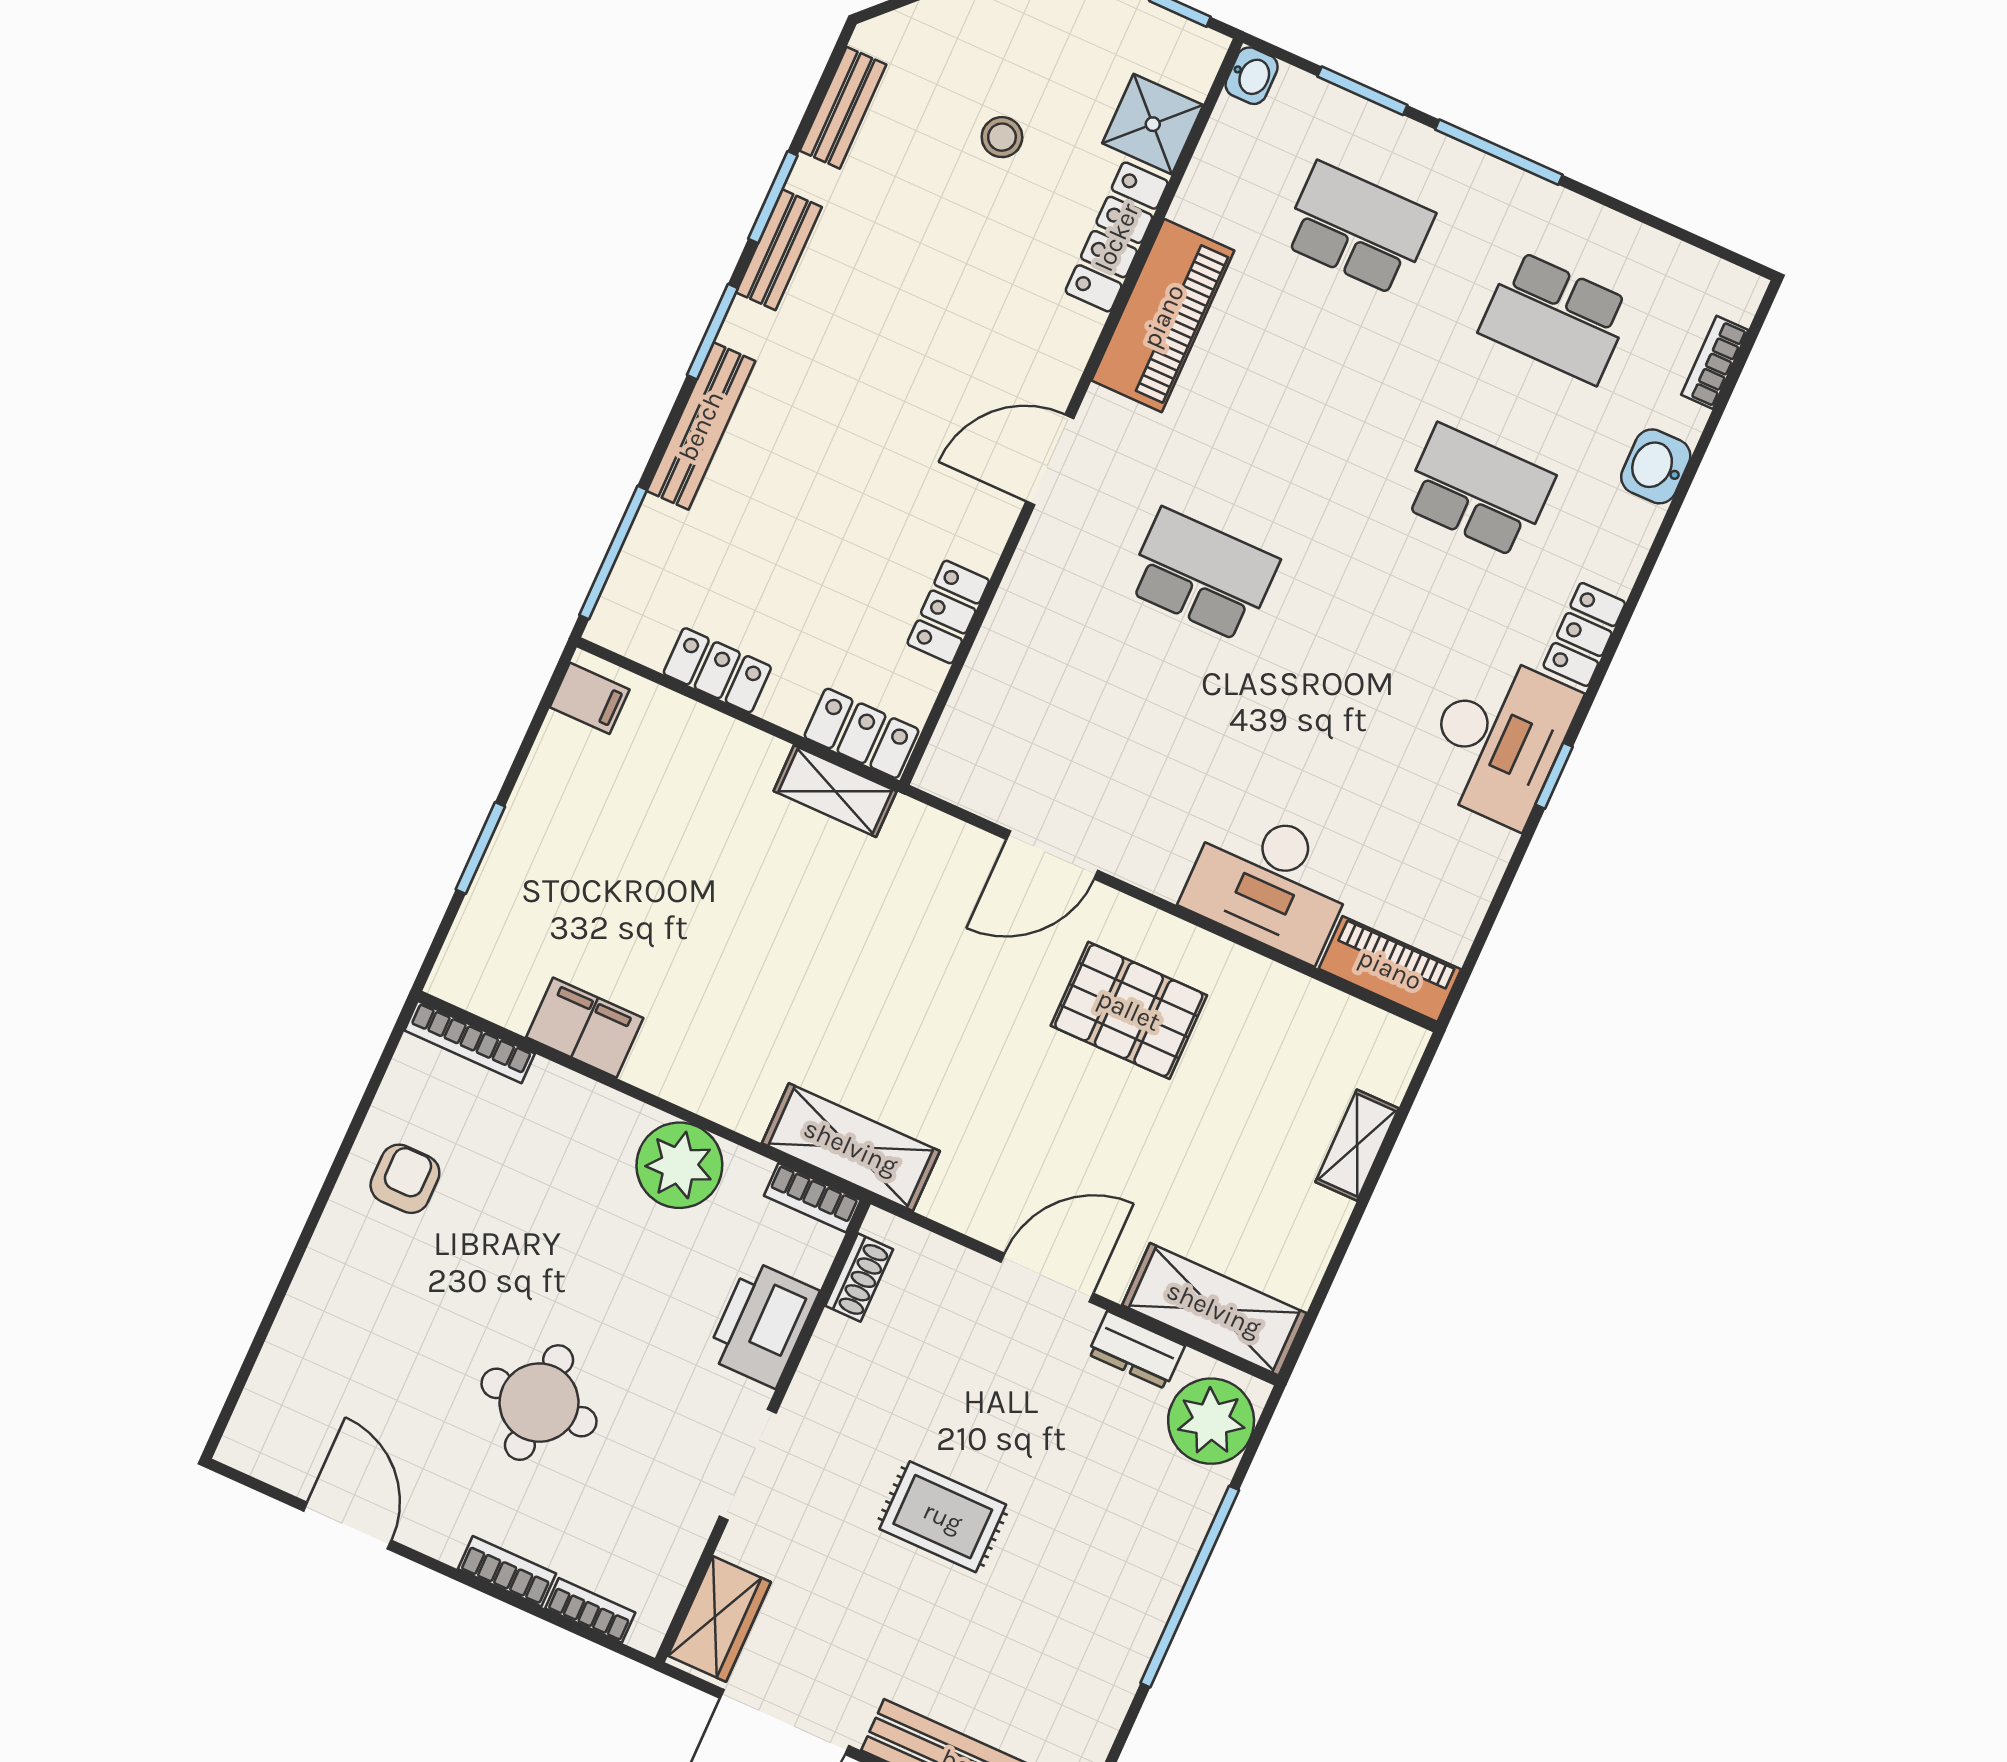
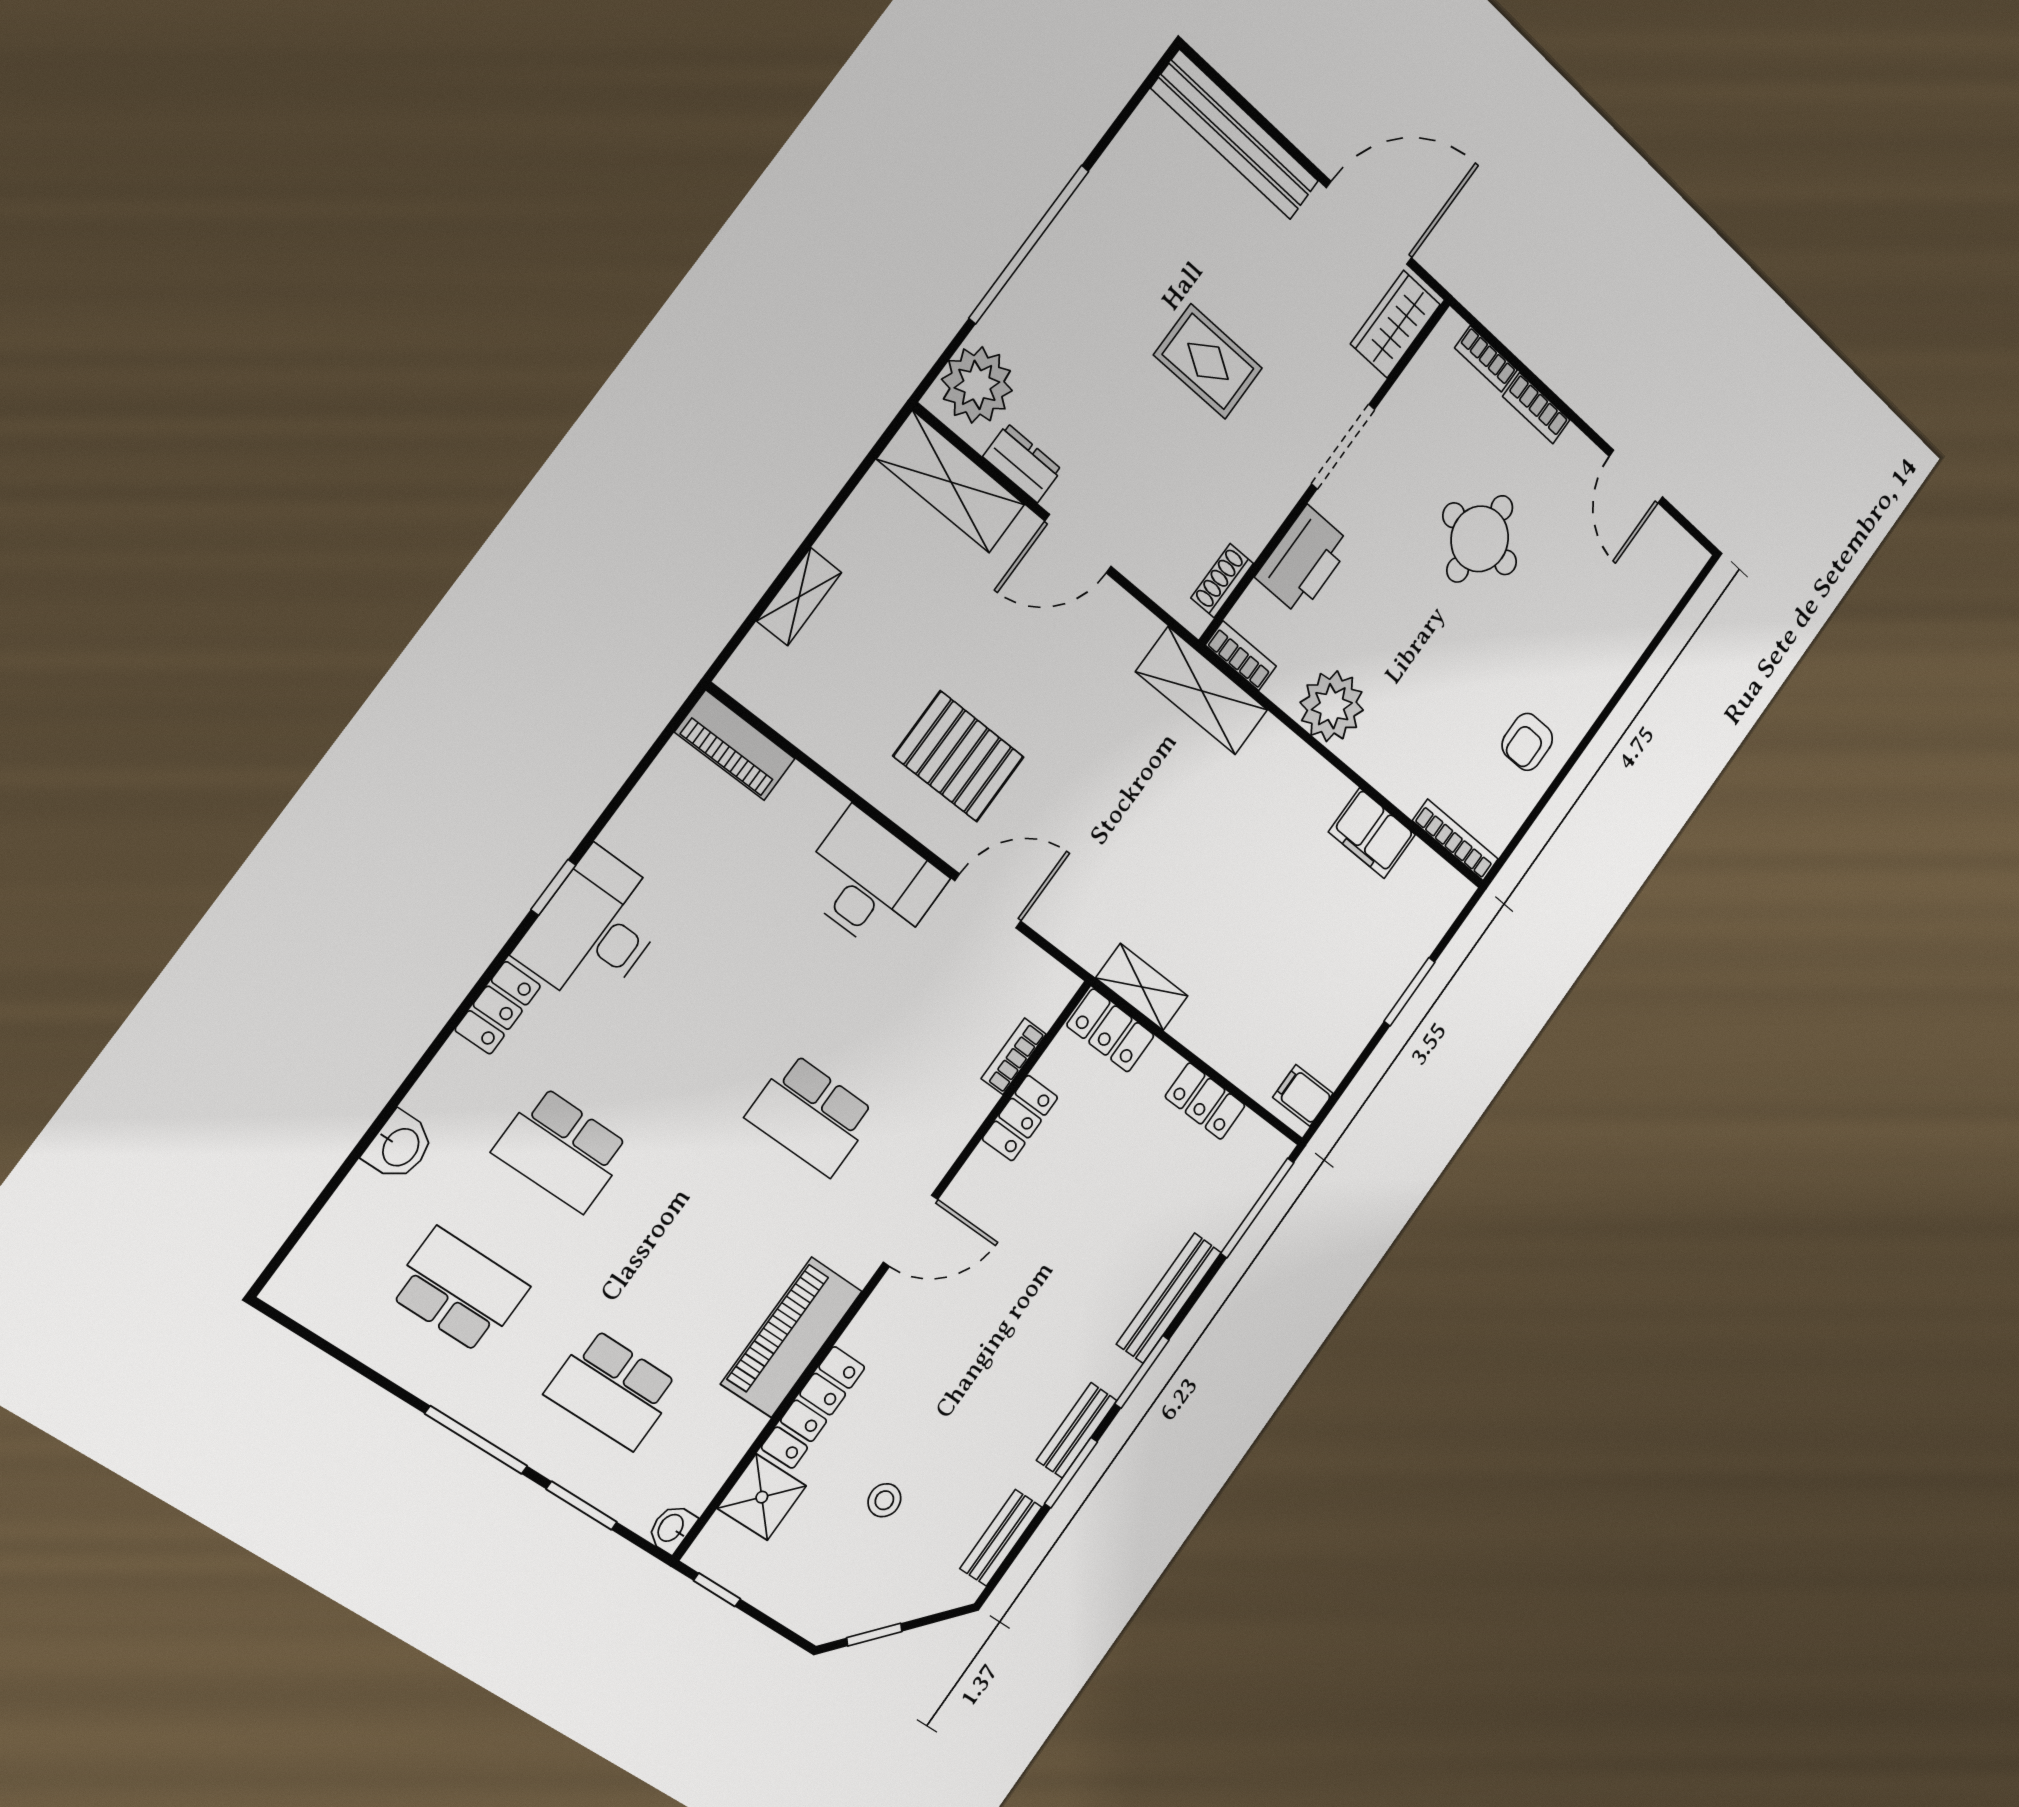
bookcase: (1715, 362) -> (1014, 1056), moved, turned 180
desk: (1270, 882) -> (871, 883), moved

